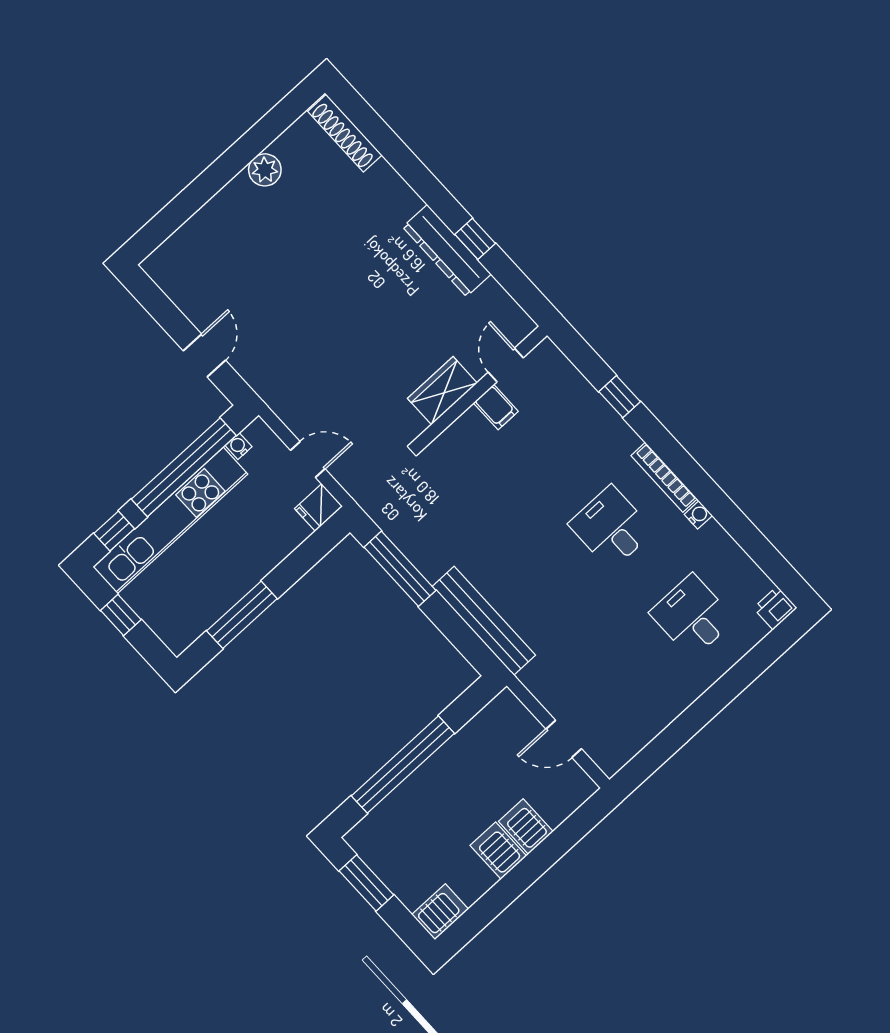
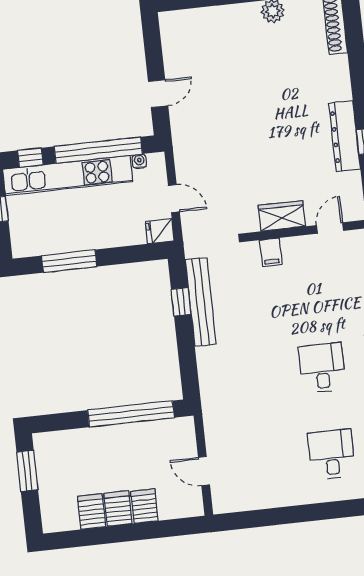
filing cabinet: (496, 407) -> (271, 252), moved
window: (400, 569) -> (181, 302), width x0.46
bench: (484, 621) -> (201, 302), moved
window: (403, 765) -> (131, 414), moved
server rack: (440, 912) -> (91, 511), moved, turned -90

